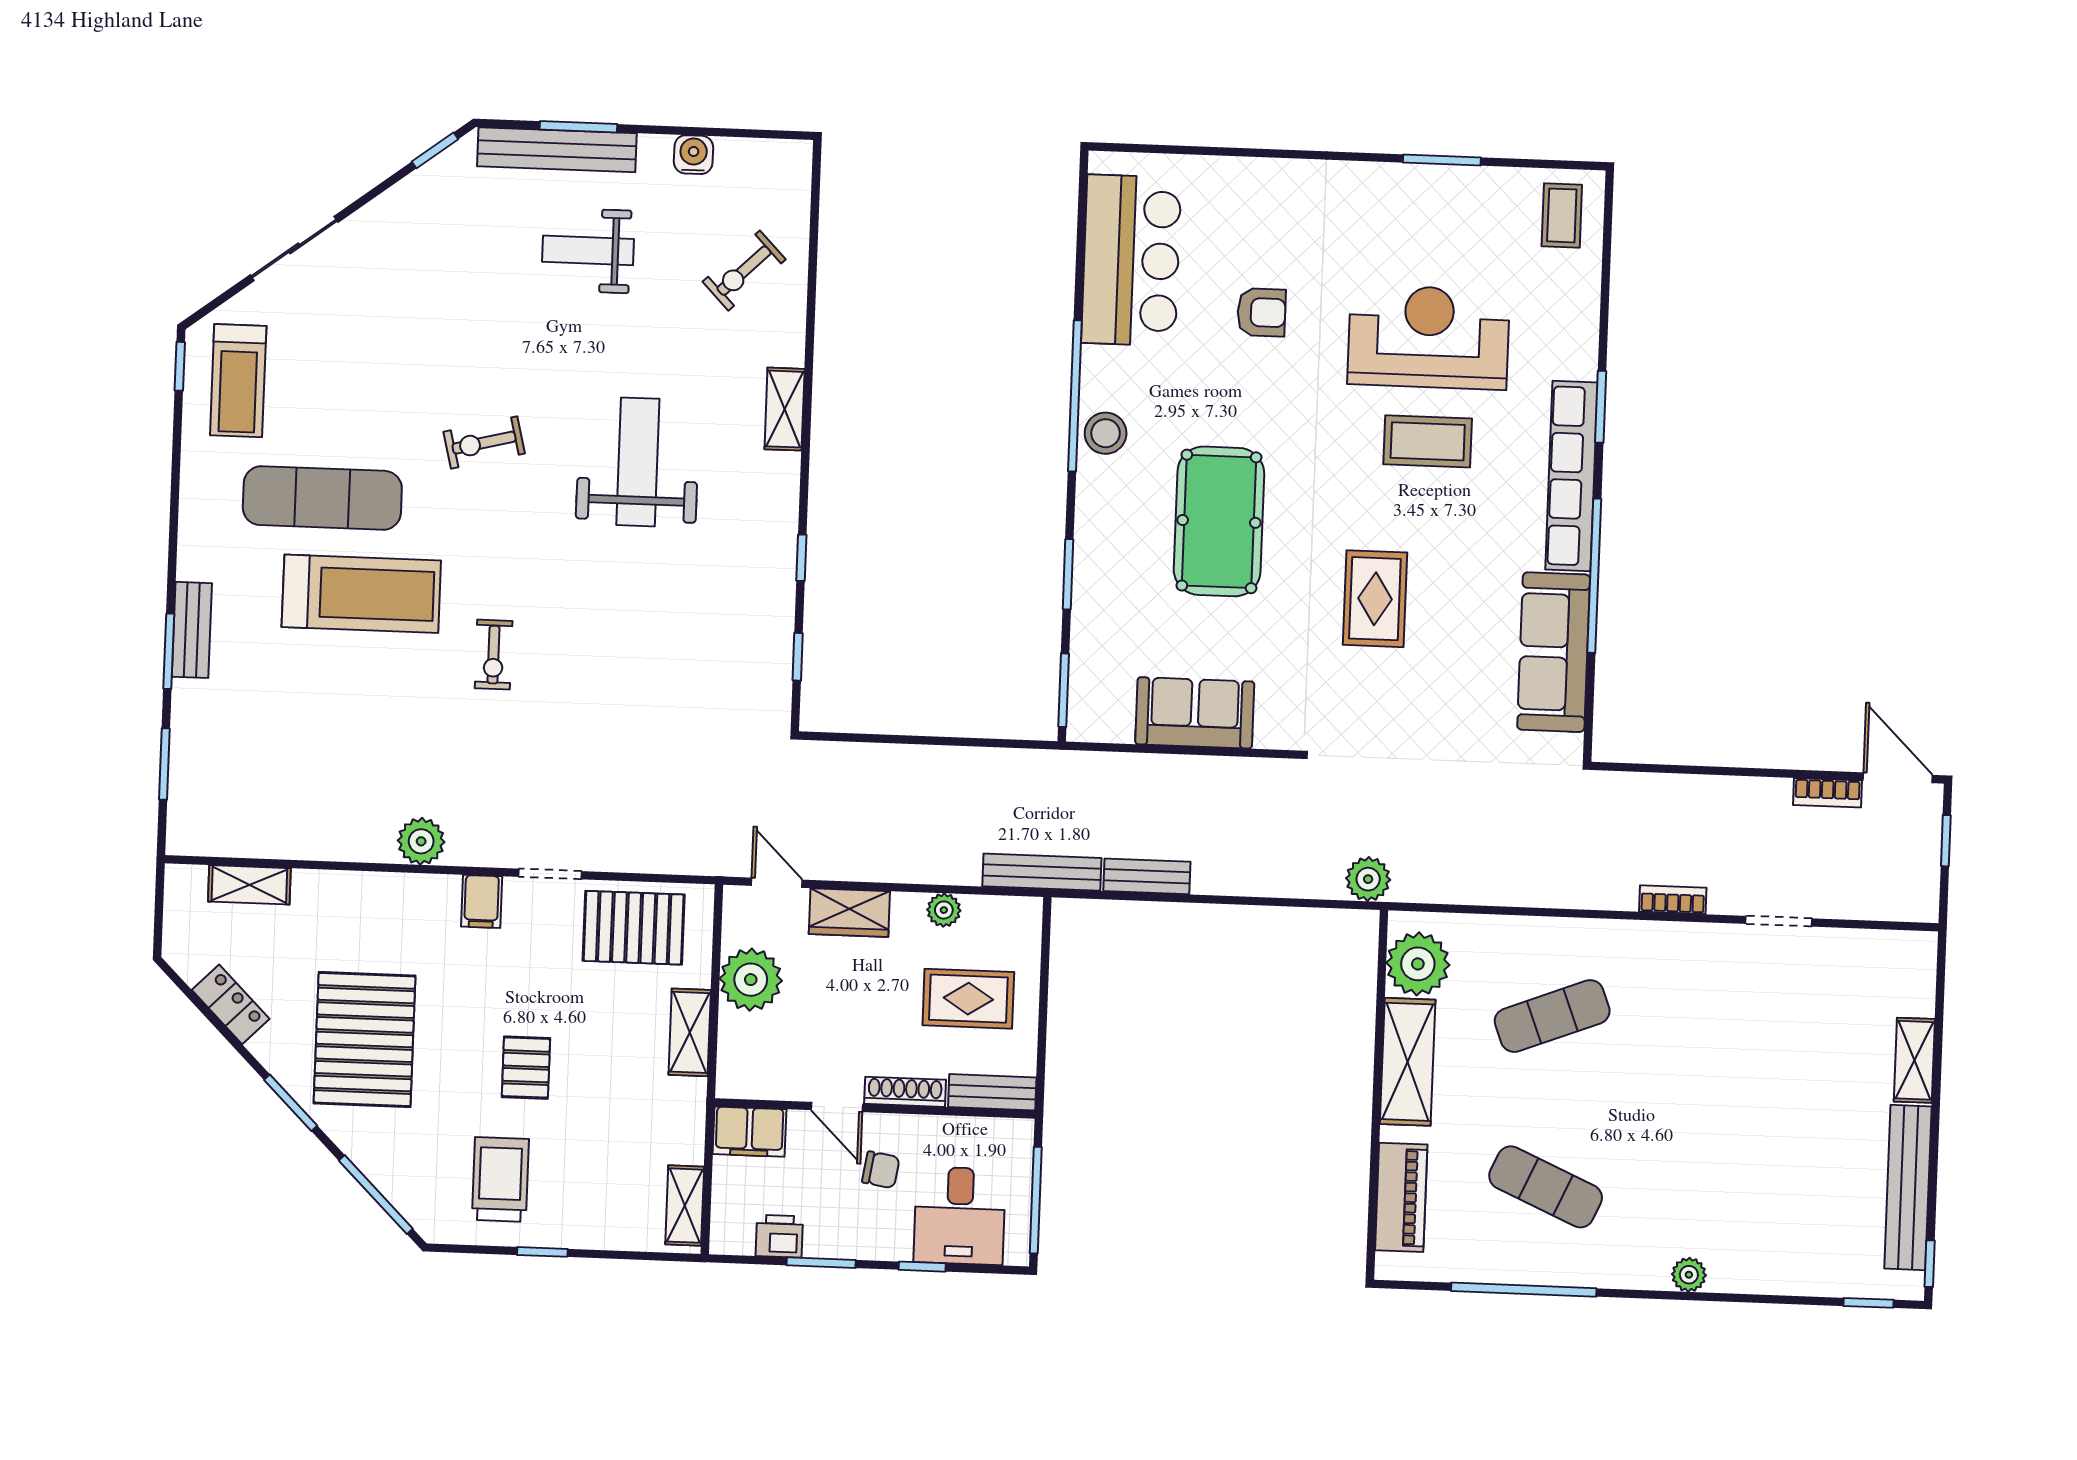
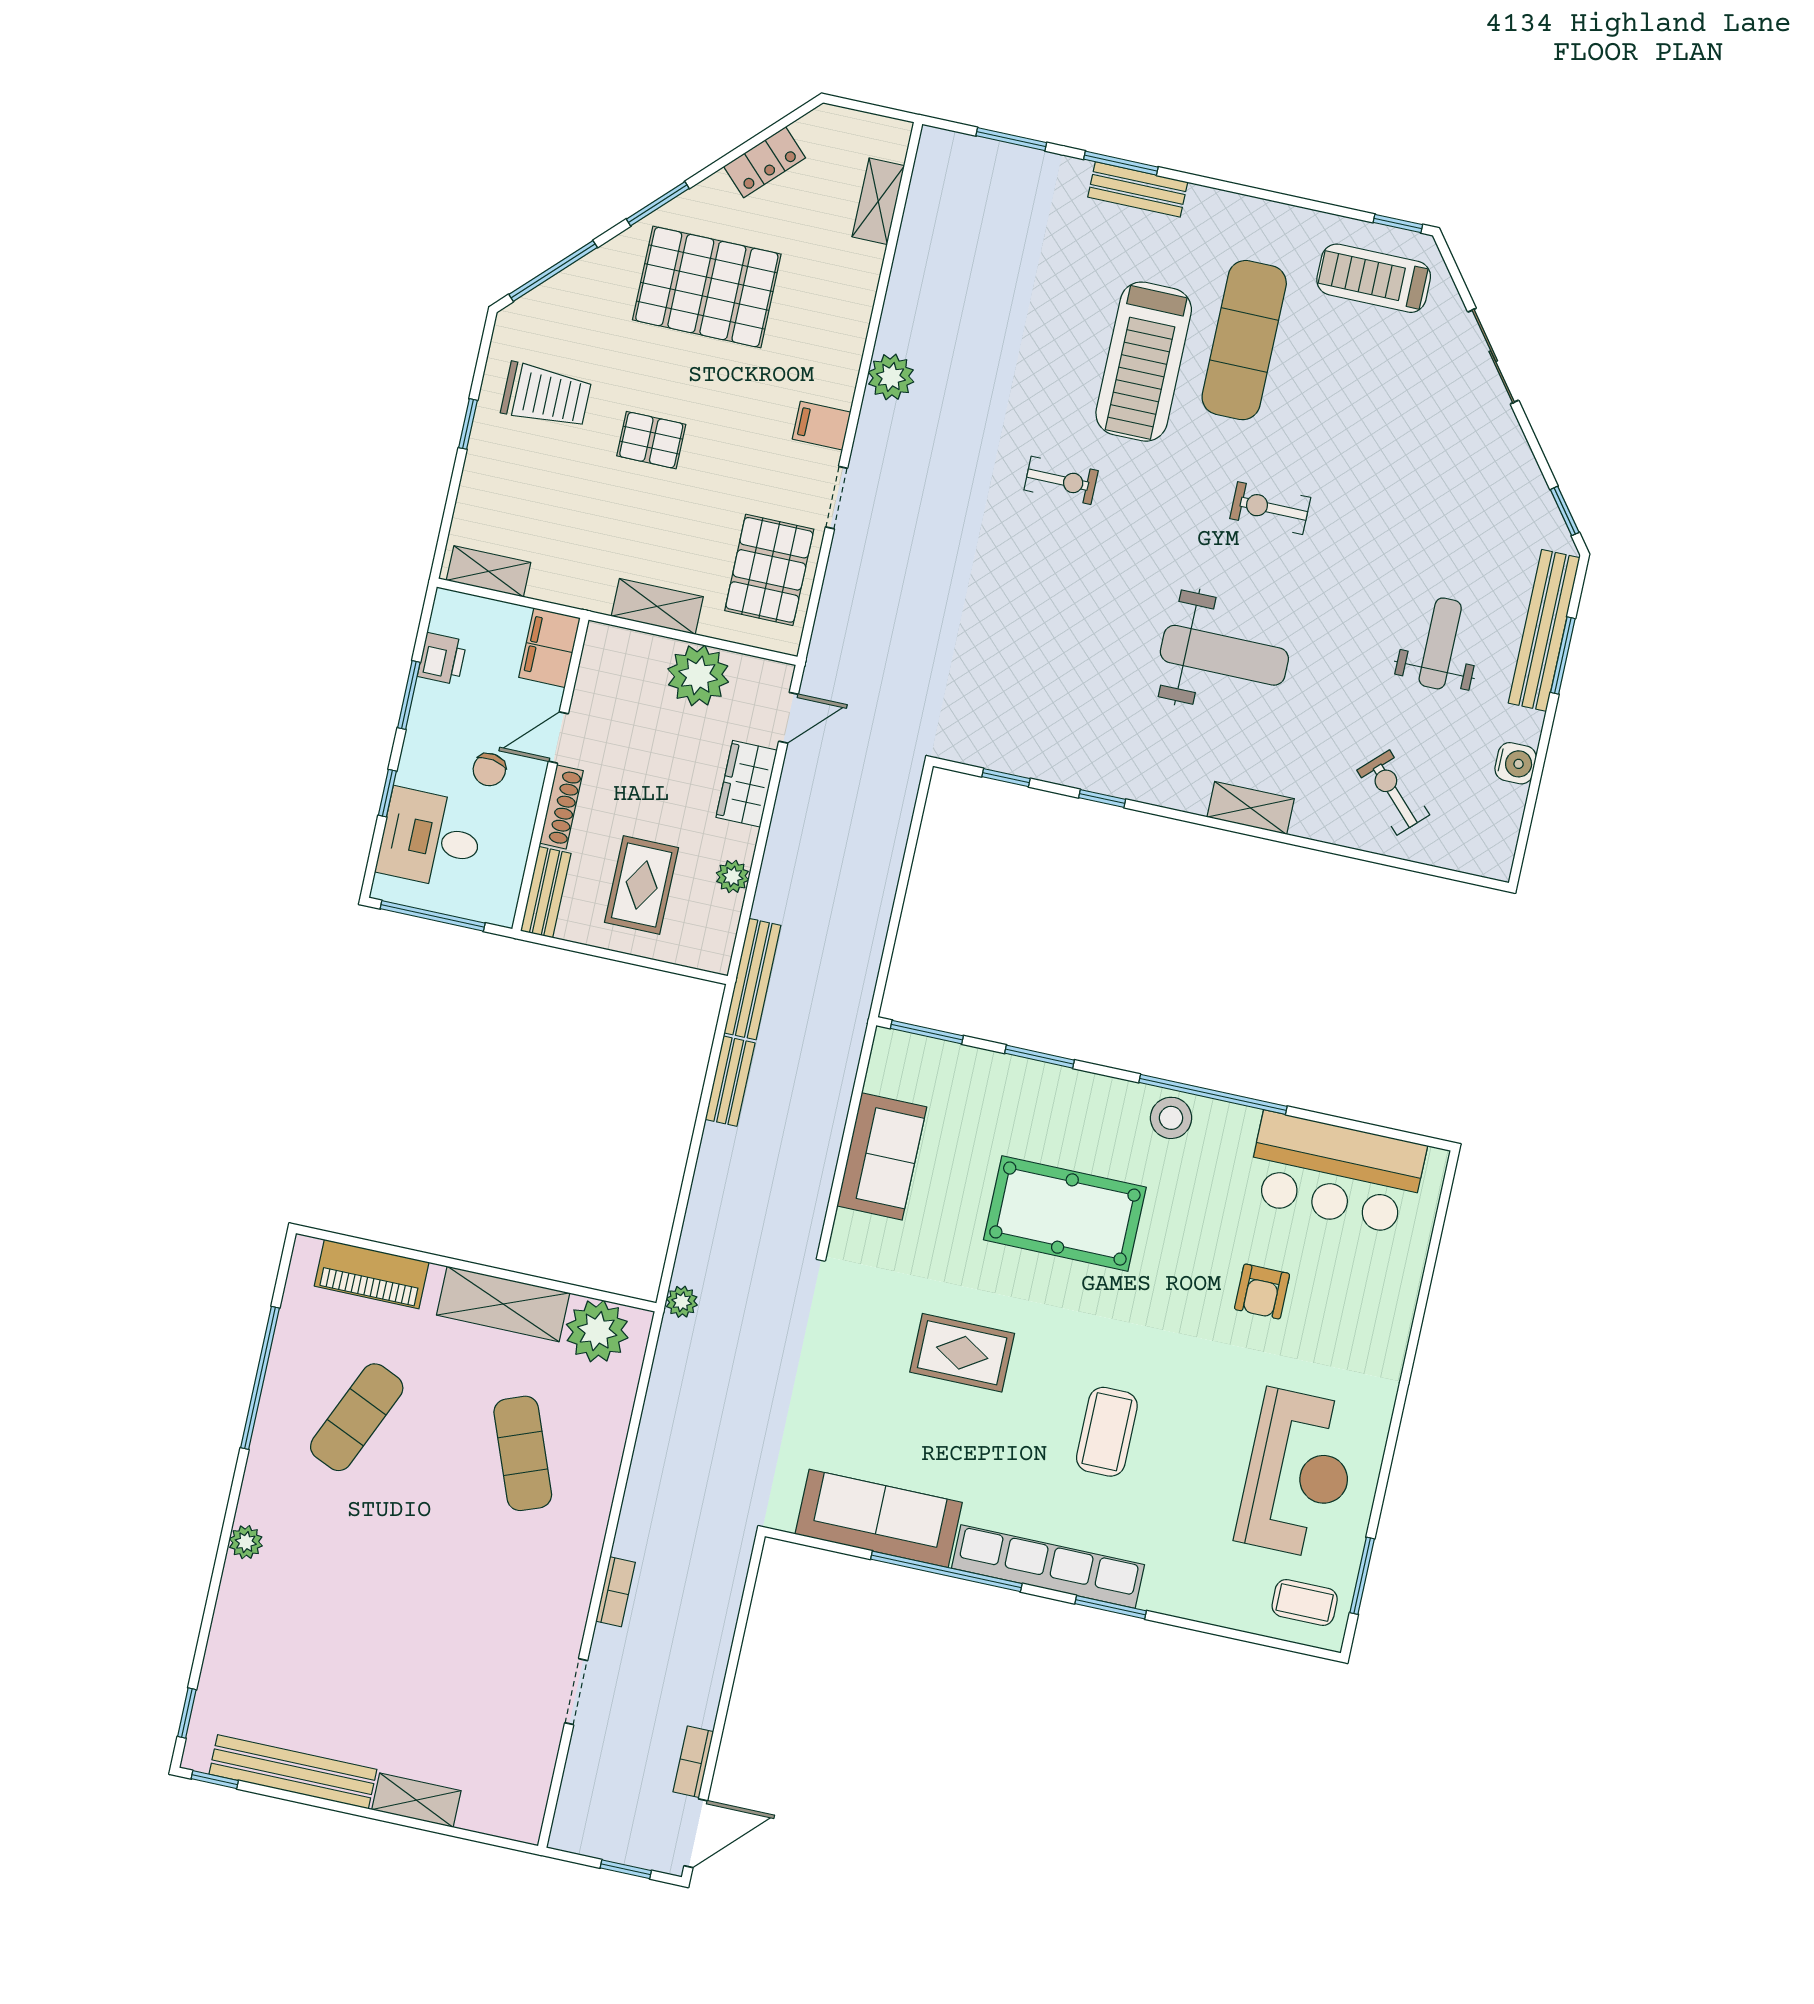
window: (1442, 160) -> (1362, 1576), moved
reception desk: (1429, 337) -> (1298, 1474), moved
exercise bike: (484, 443) -> (1270, 508), turned -76
exercise bike: (494, 655) -> (1061, 480), turned 180
plant: (1368, 879) -> (682, 1302), width x0.73, depth x0.73

